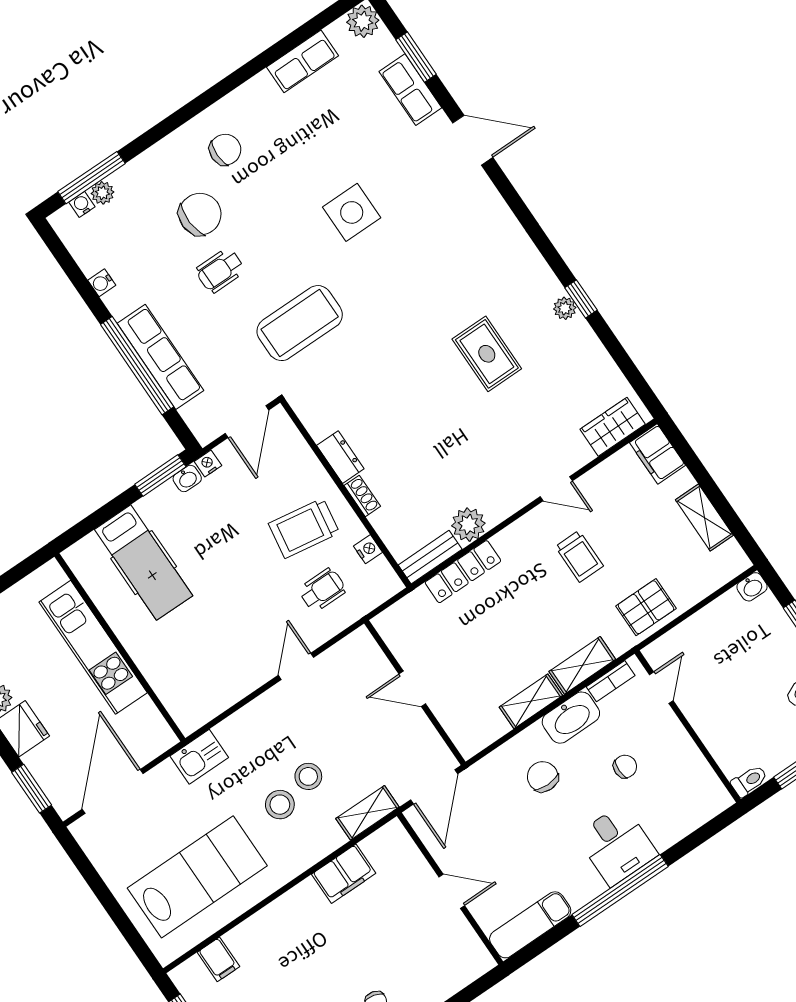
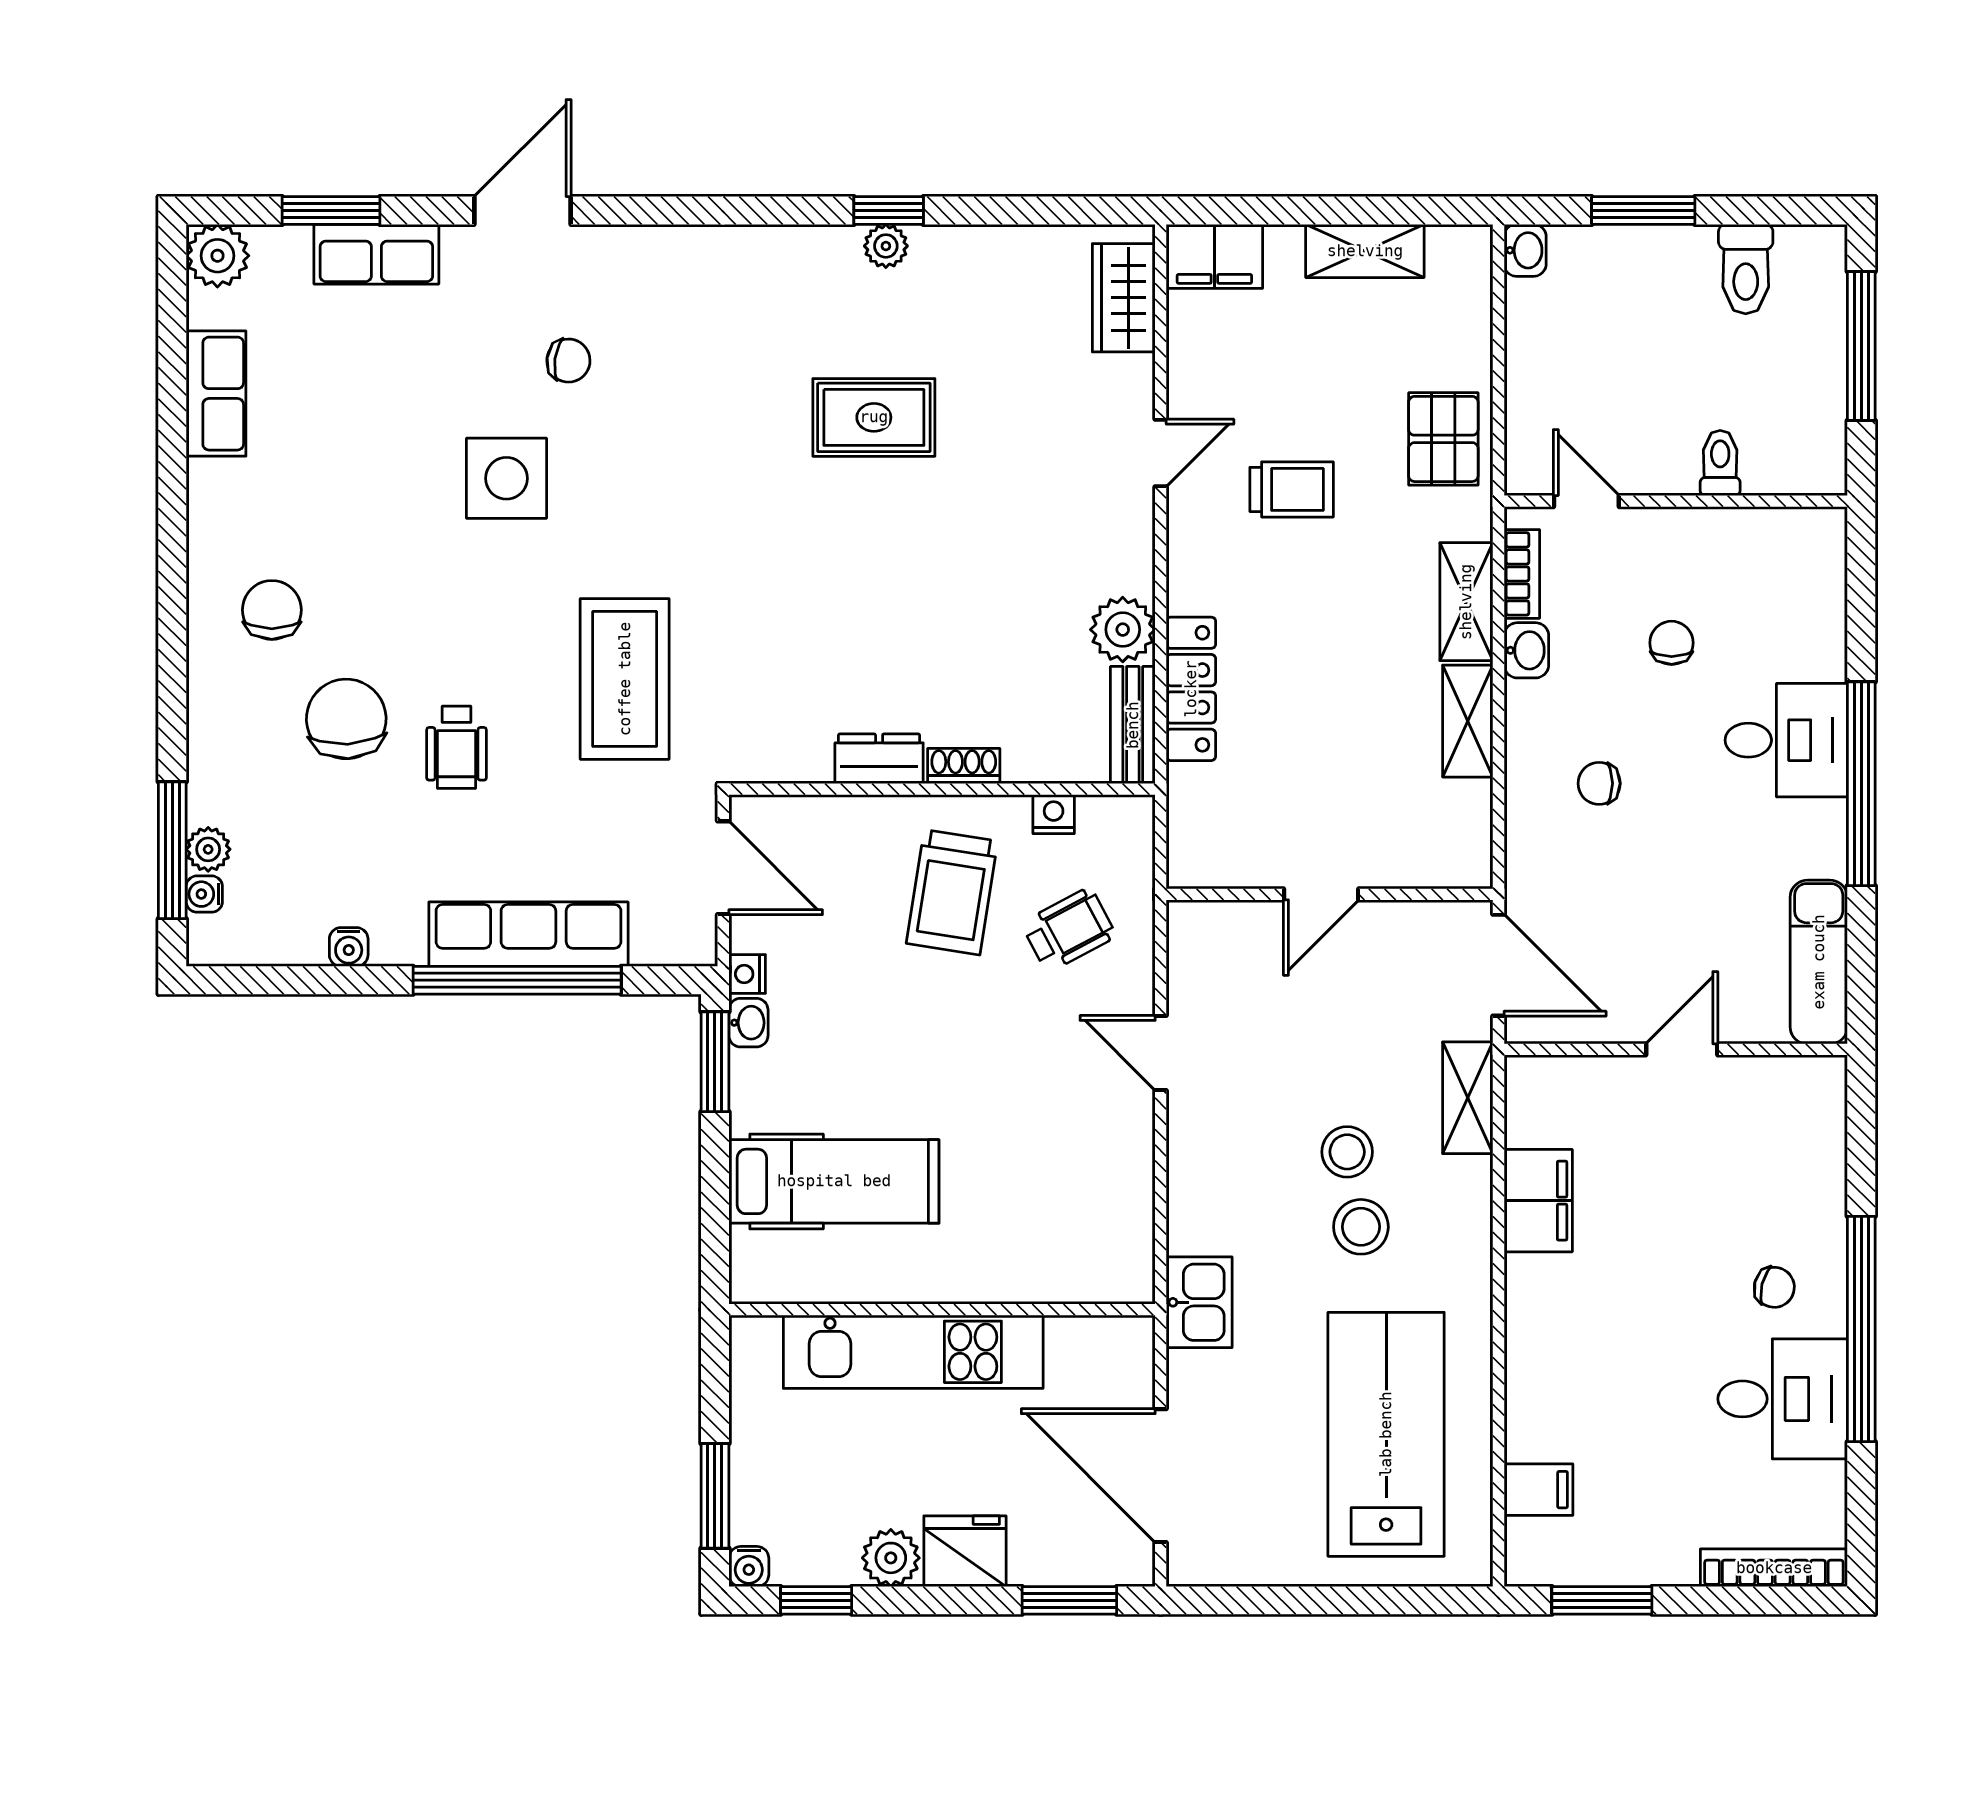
chair: (421, 204) -> (568, 361), added
wheelchair: (322, 590) -> (1069, 930), turned 62
washbasin: (571, 718) -> (1526, 650), width x0.52, depth x0.69
chair: (543, 777) -> (1599, 783), width x0.73, depth x0.73
toilet: (749, 781) -> (1720, 463), moved

